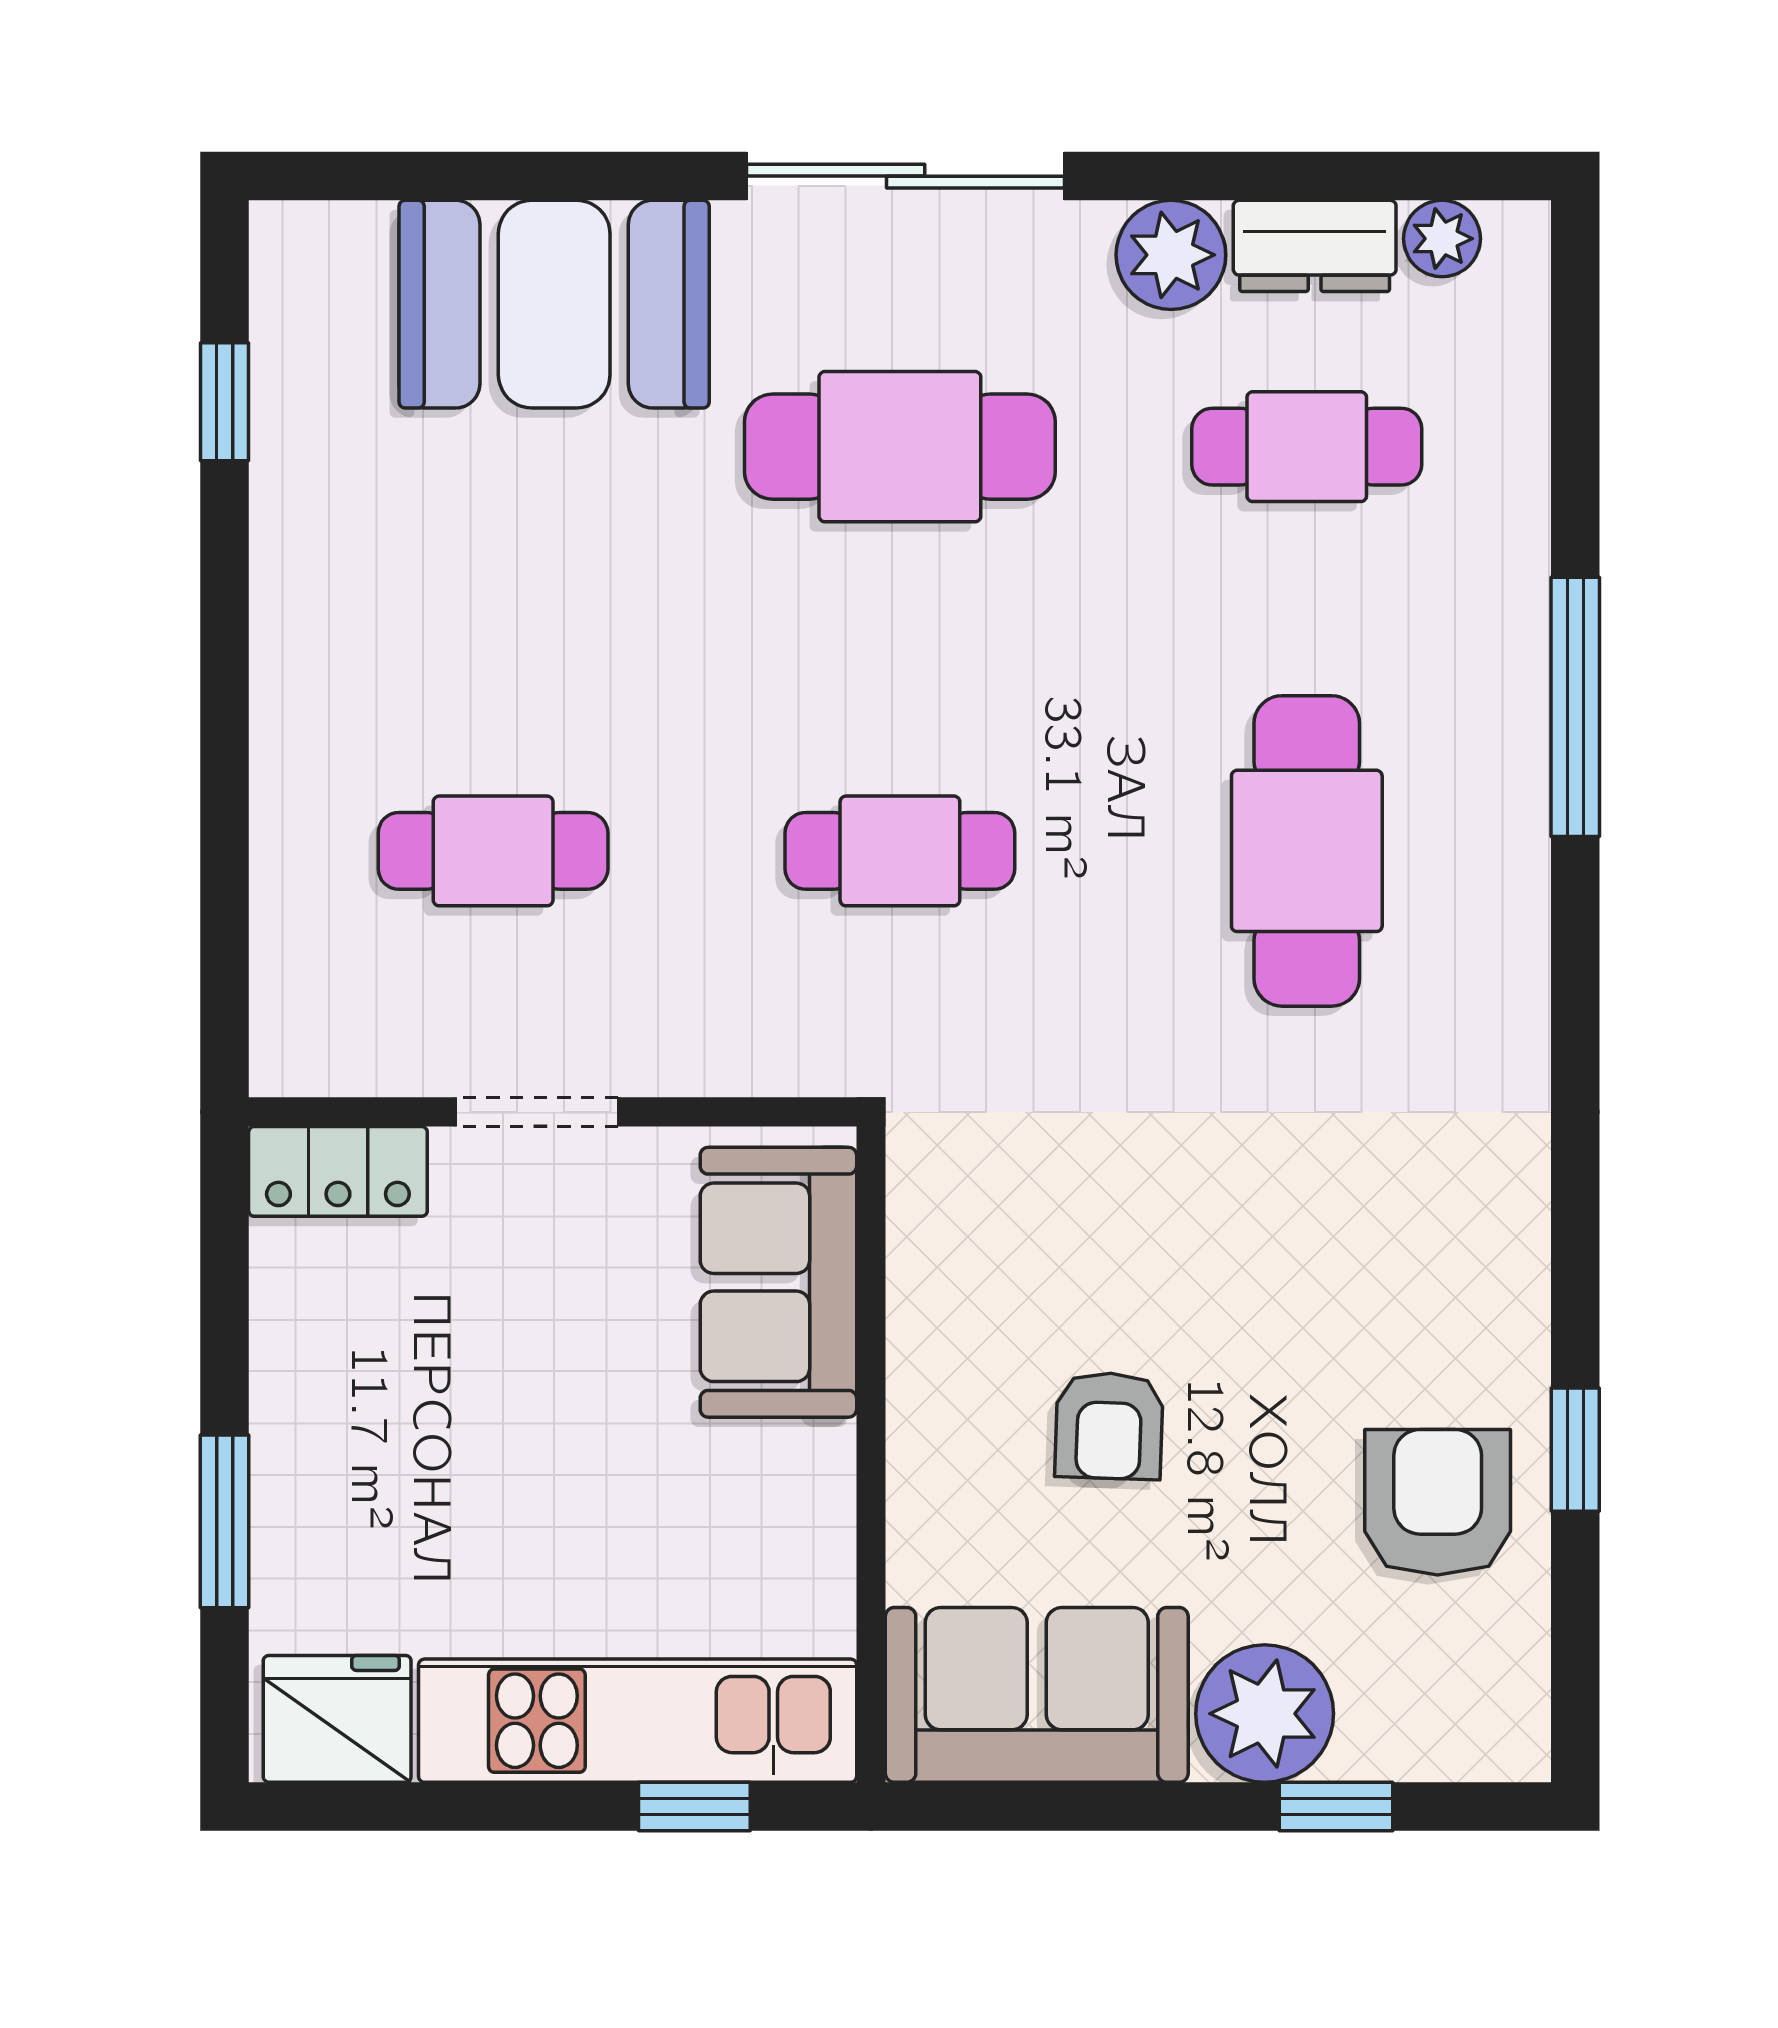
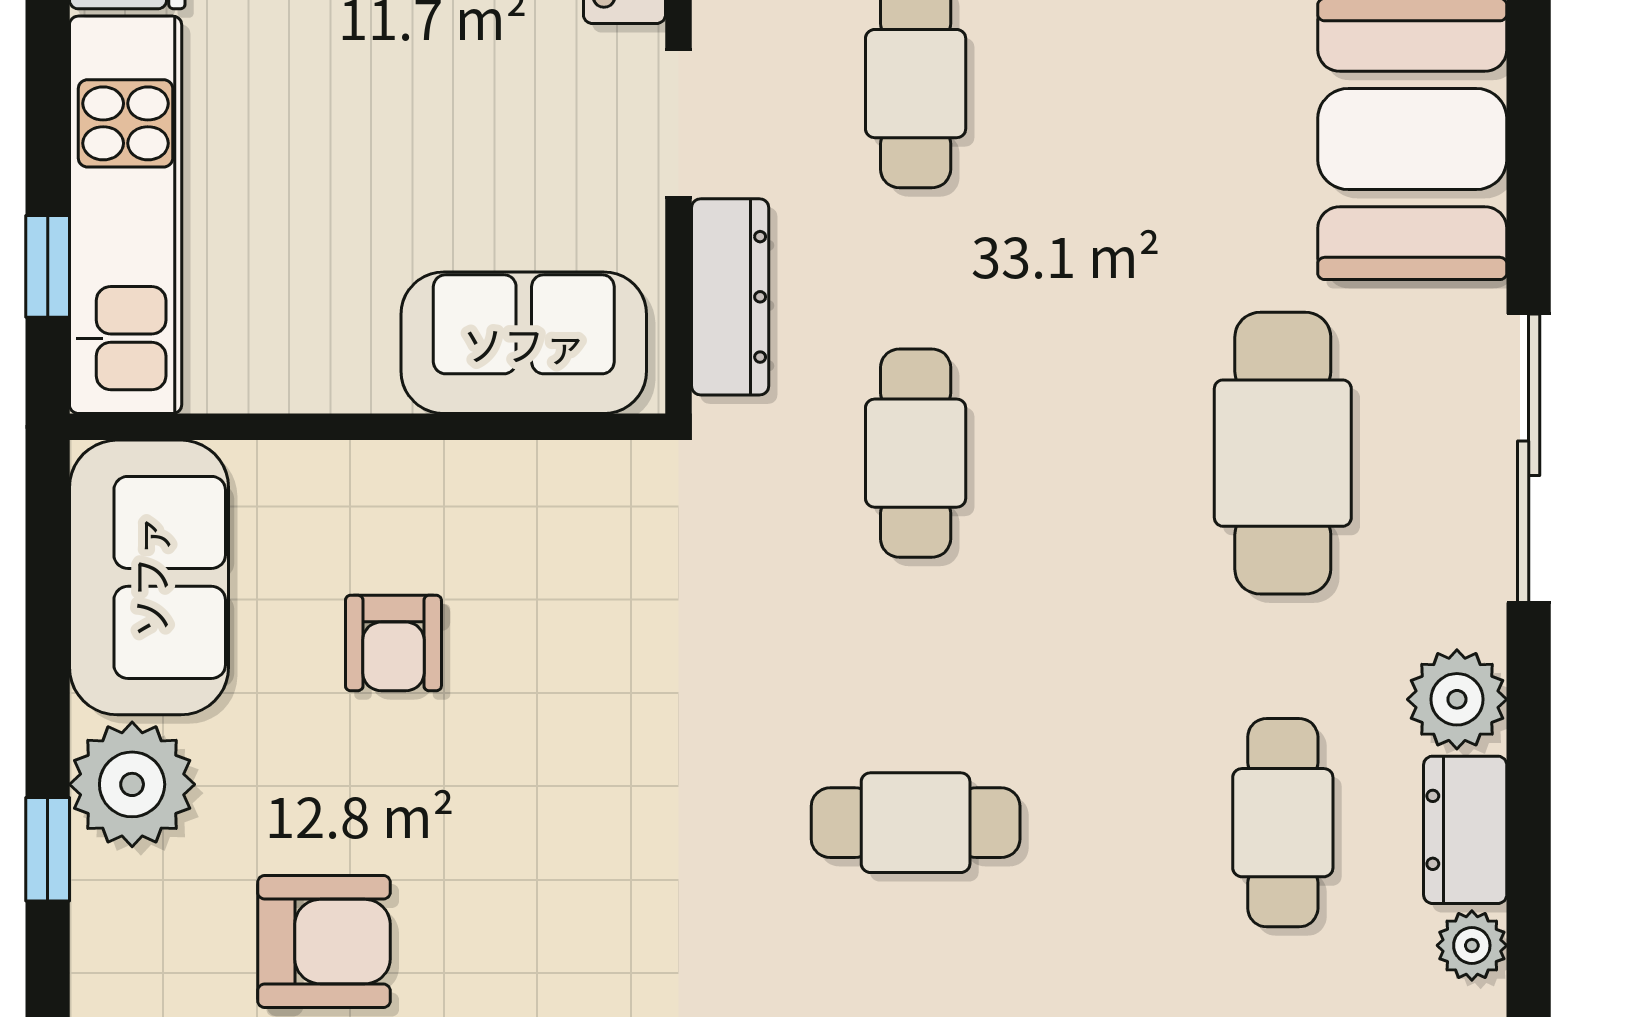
cafe table: (1307, 851) -> (916, 823), width x0.73, depth x0.74
dresser: (728, 1055) -> (730, 297), added
armchair: (1109, 1426) -> (393, 643), turned -92

